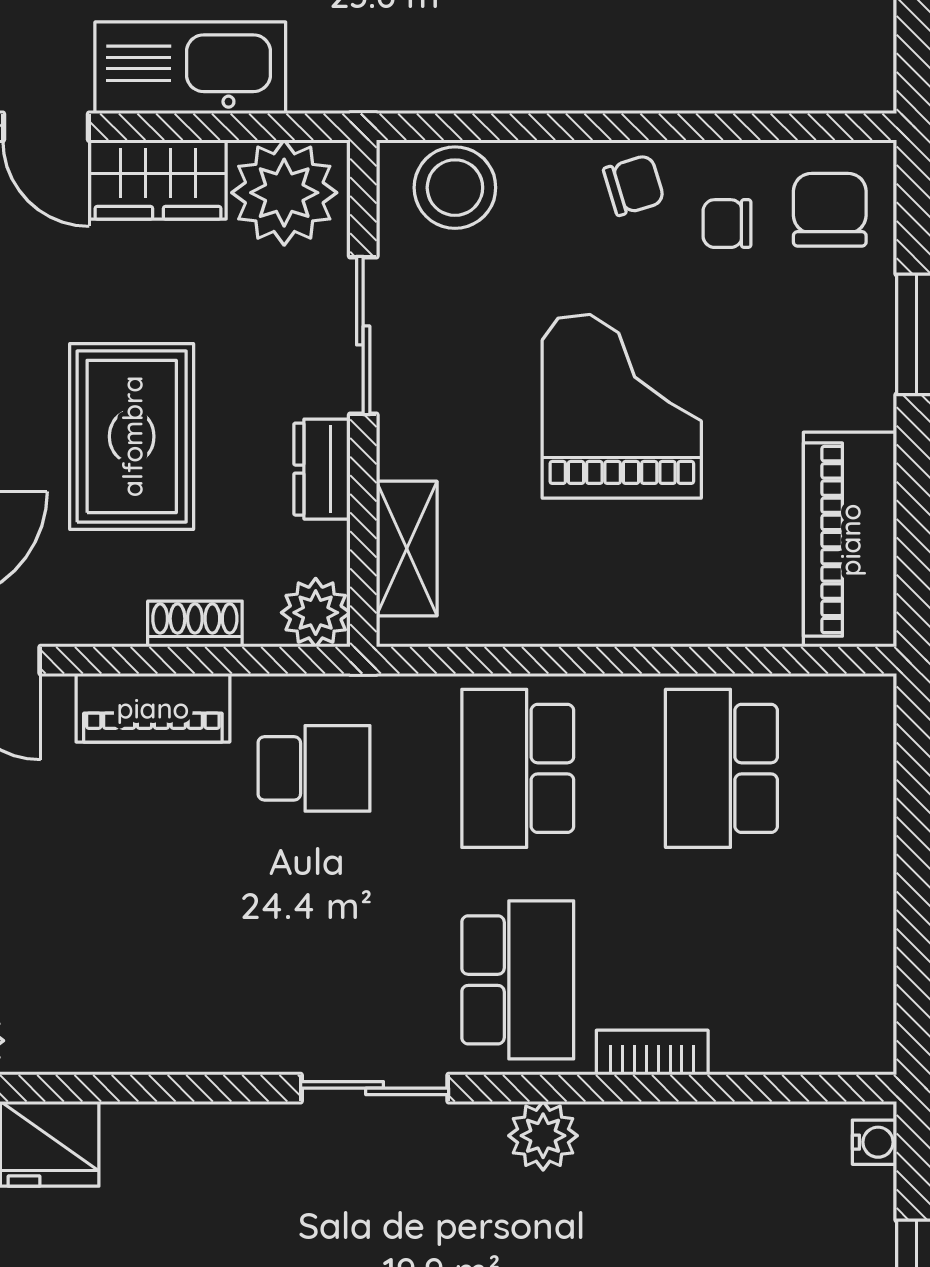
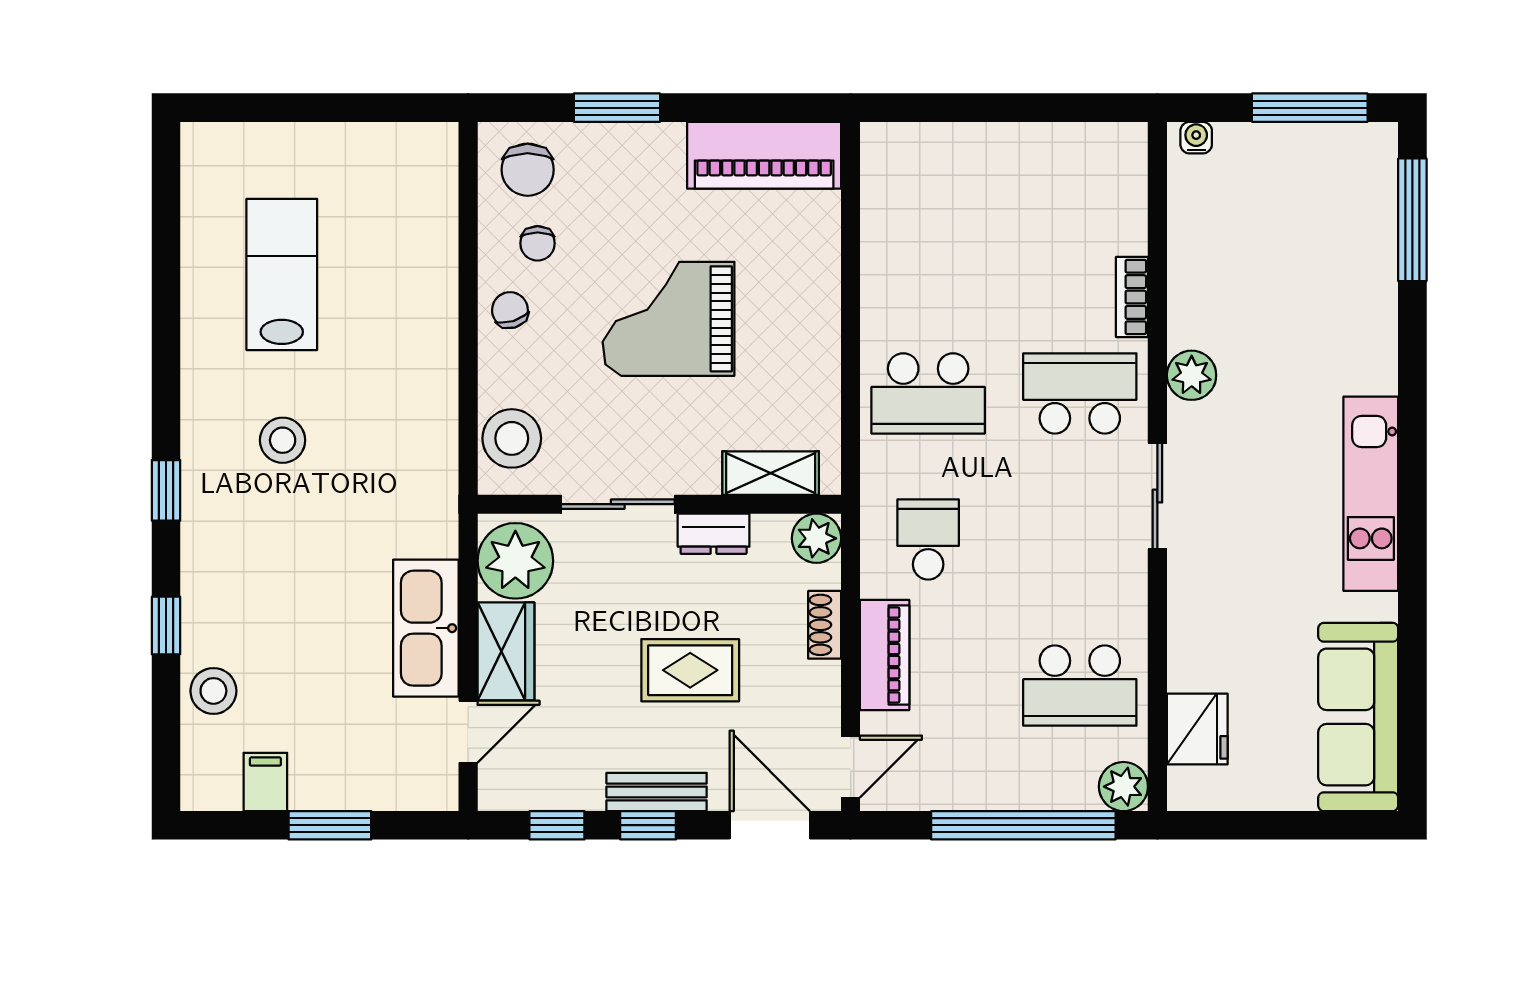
chair: (830, 210) -> (528, 170), turned -90
rug: (132, 436) -> (690, 670), width x0.73, depth x0.70
school desk: (721, 768) -> (1080, 686), moved

